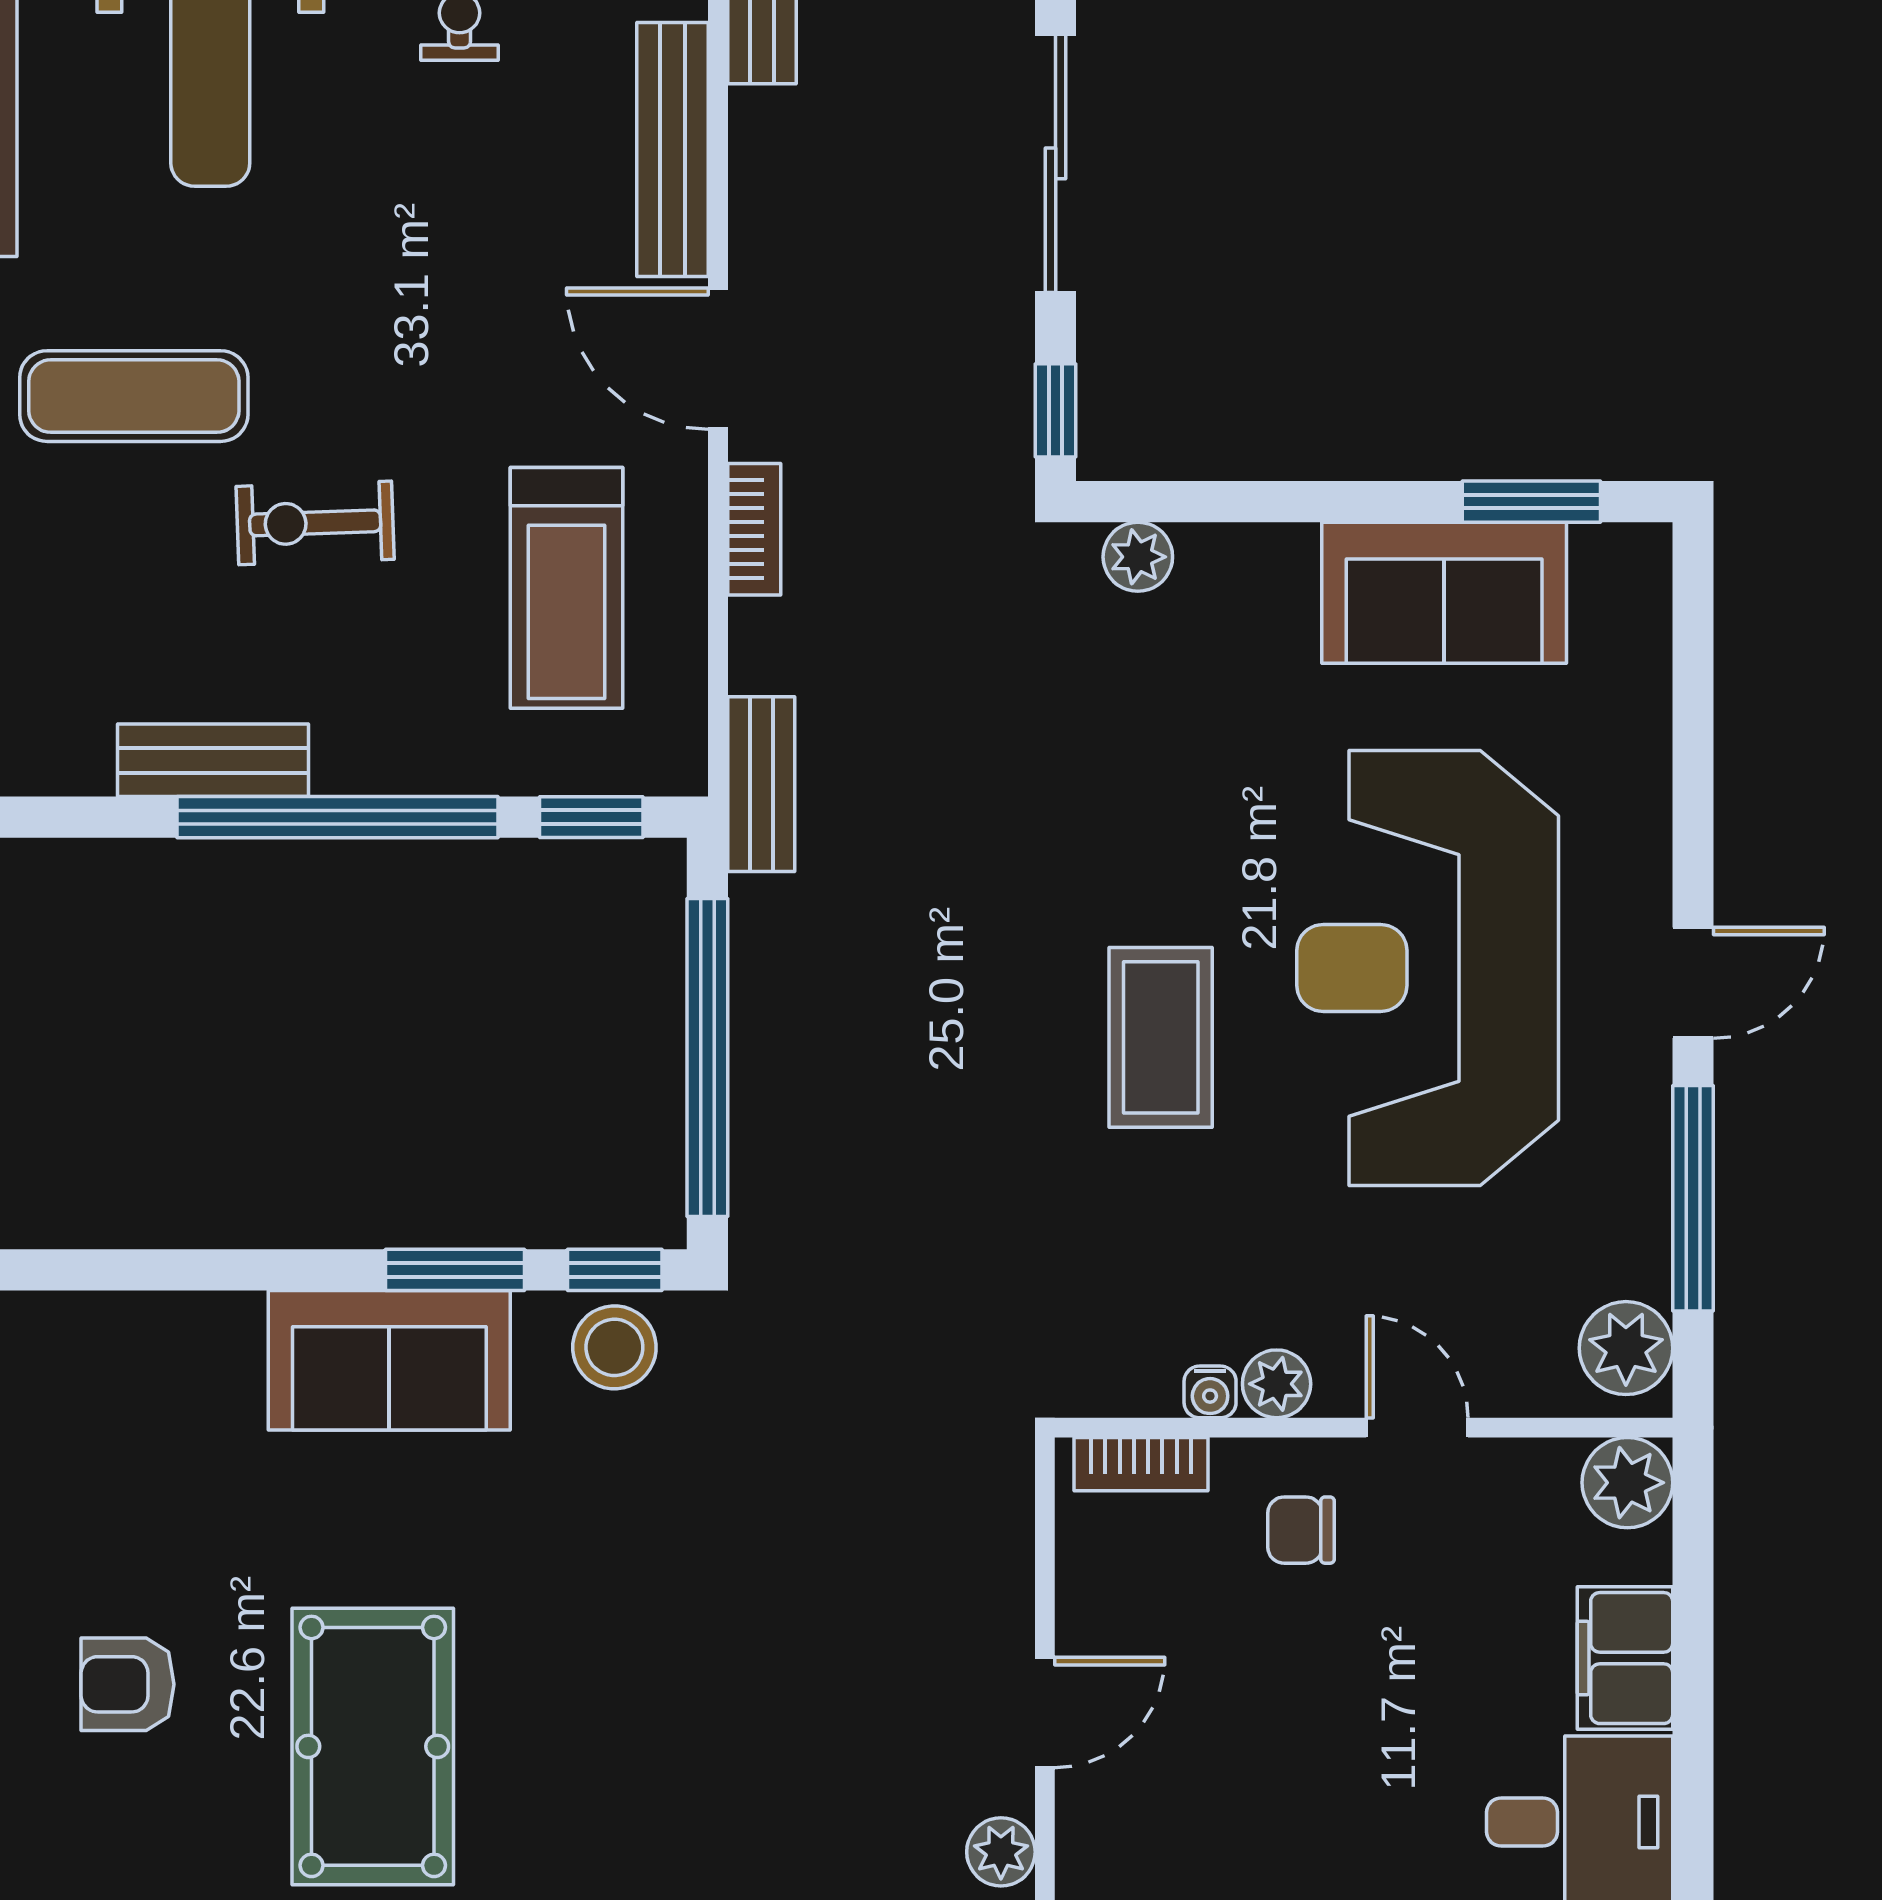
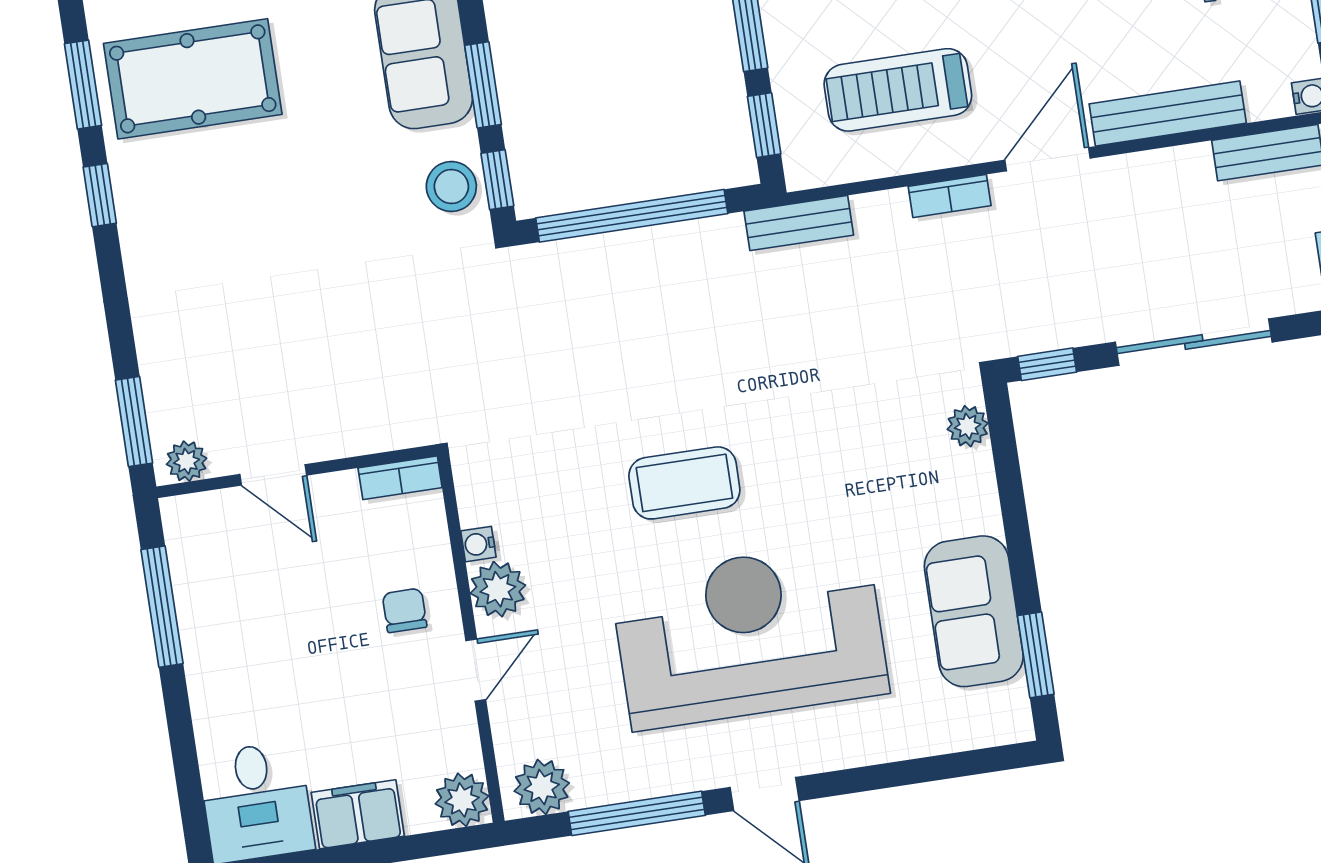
plant: (1277, 1384) -> (498, 589), width x1.38, depth x1.38
bookcase: (1141, 1464) -> (400, 478), moved, turned -90

